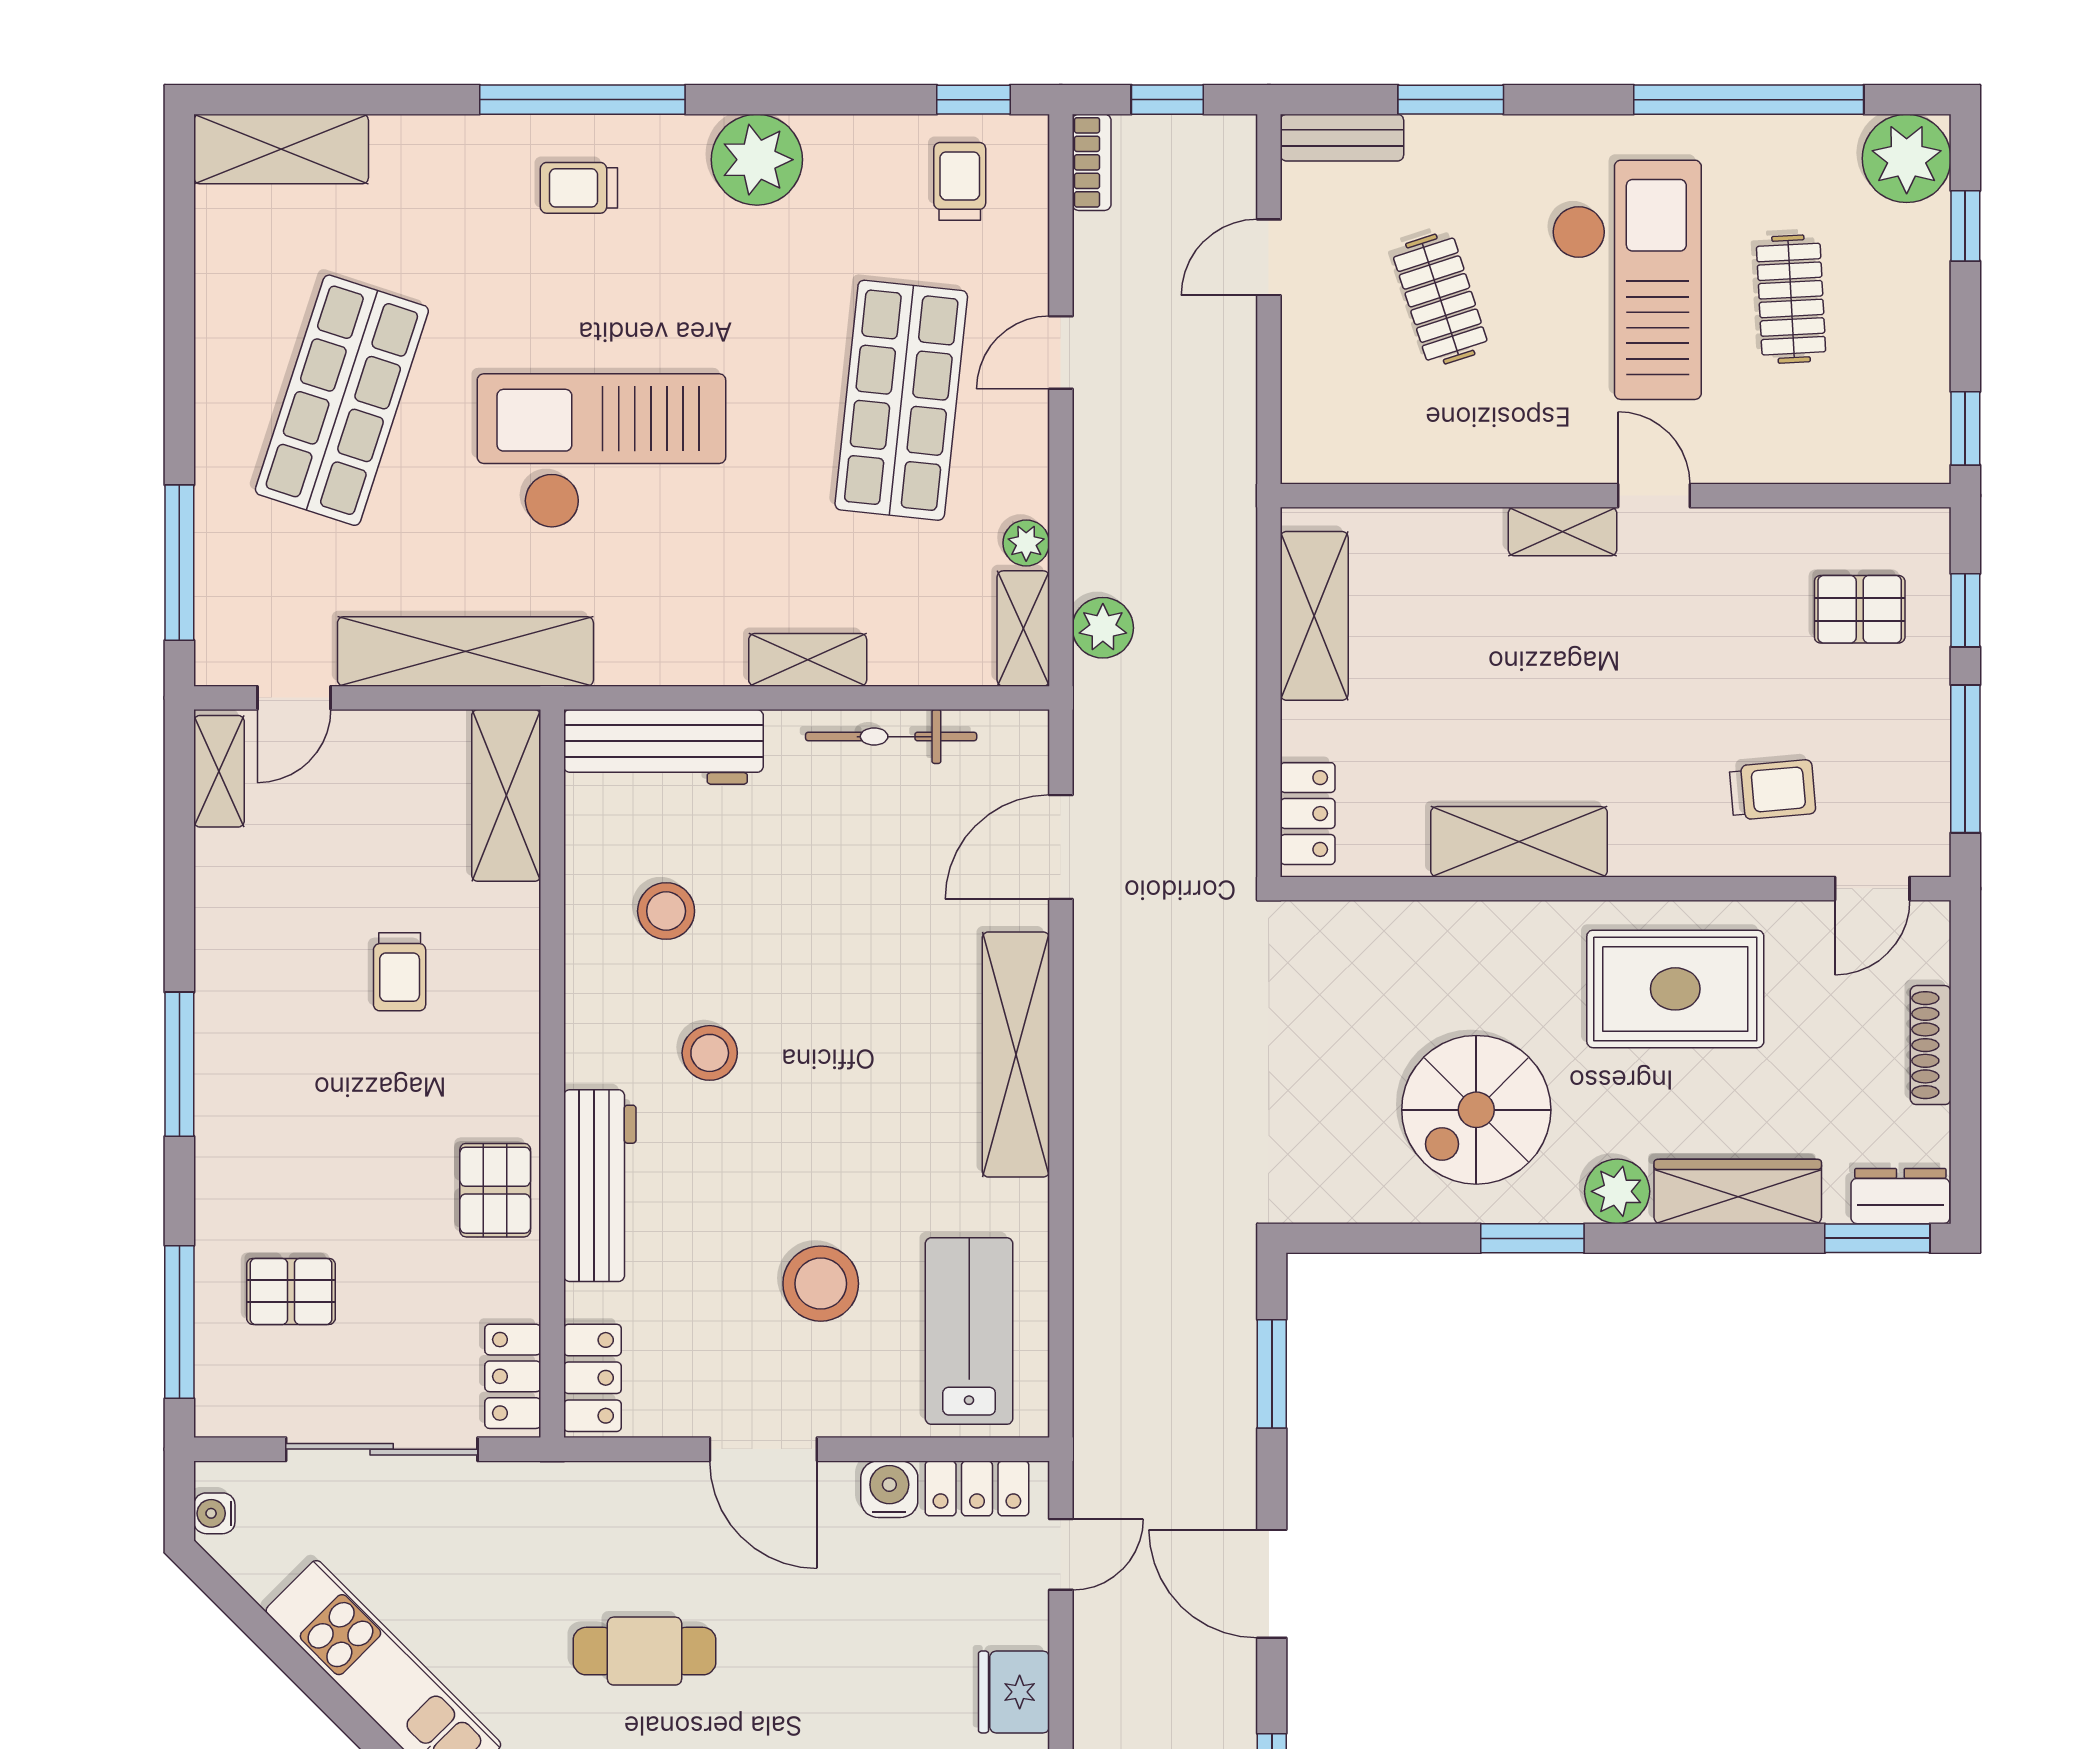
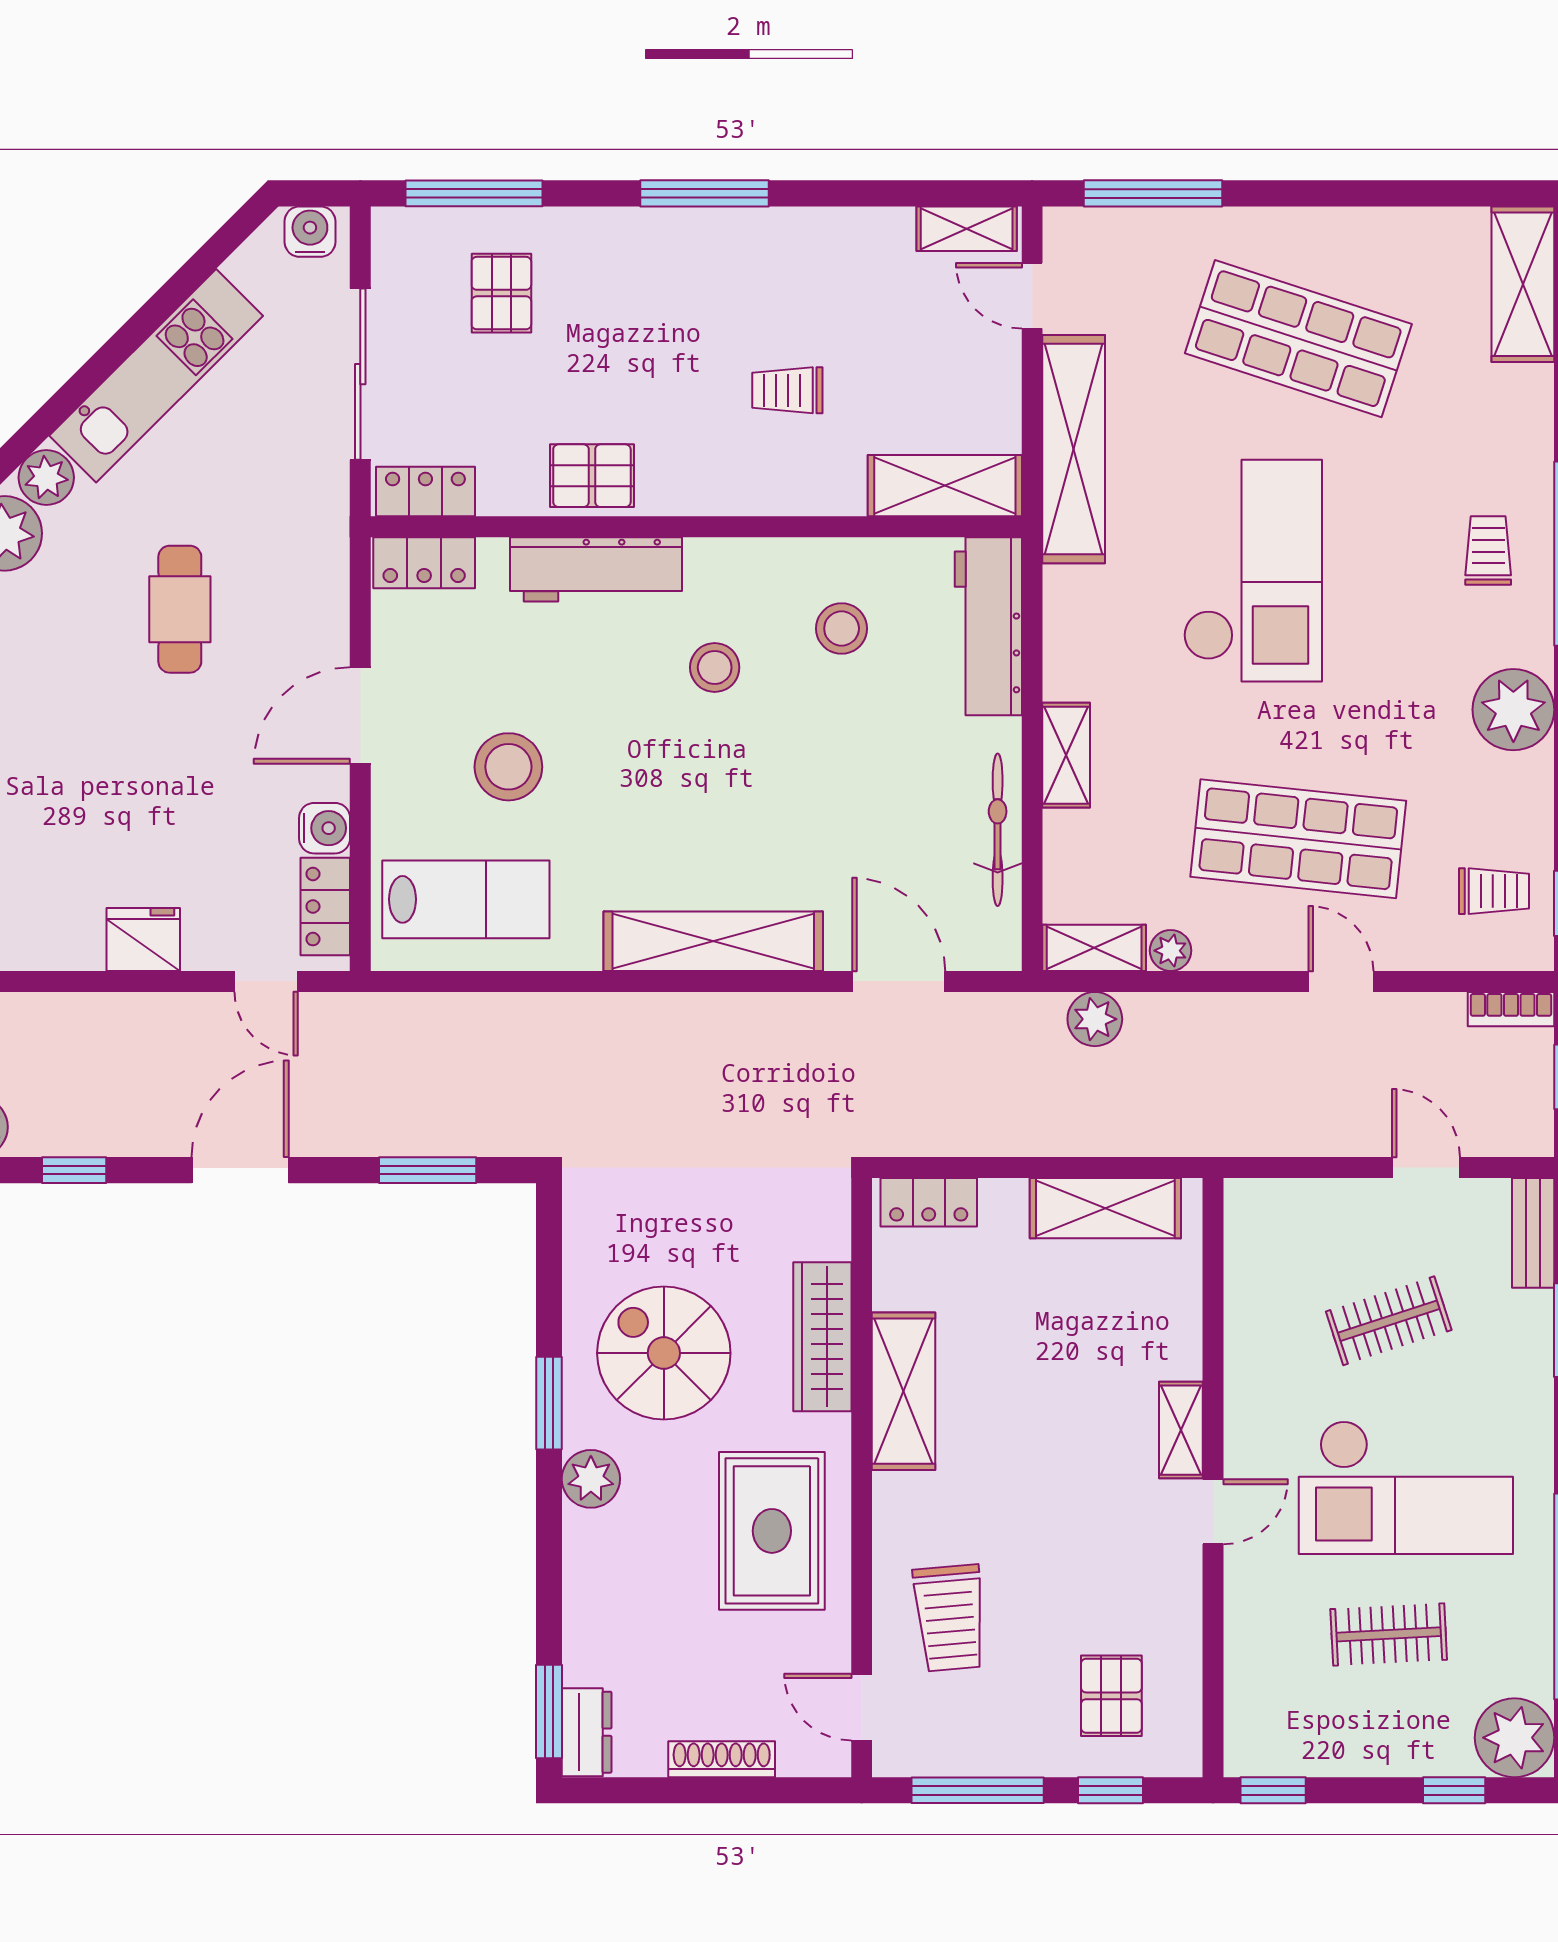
trolley: (1773, 790) -> (950, 1618), width x1.36, depth x1.39
wardrobe: (1738, 1192) -> (822, 1337), moved, turned 180
water cooler: (214, 1513) -> (310, 232), width x1.38, depth x1.38

